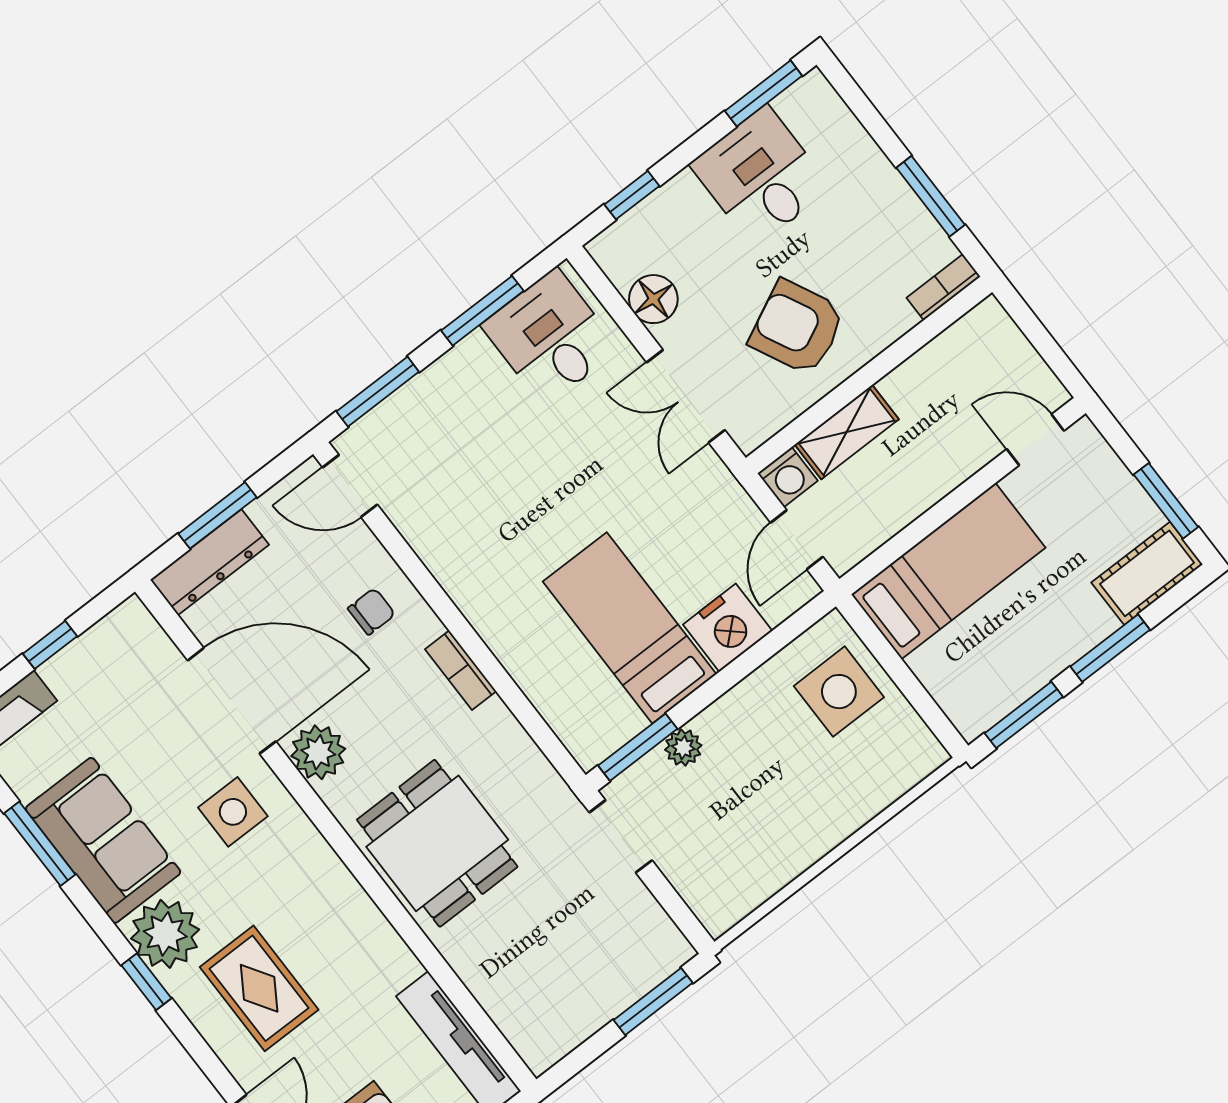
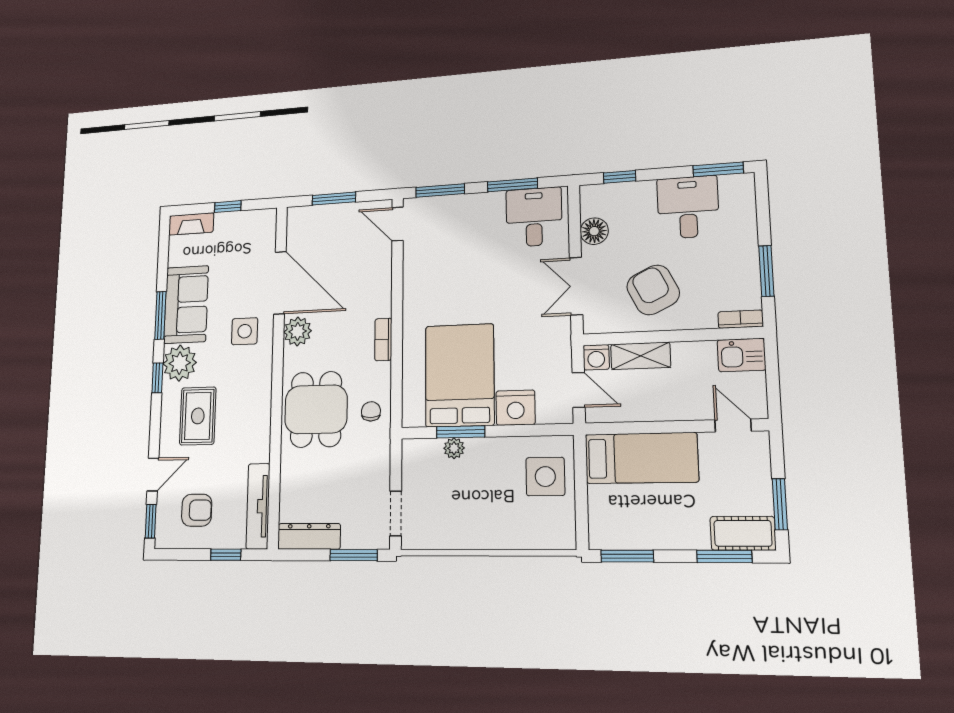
kitchen sink: (979, 336) -> (741, 355), added
door: (797, 540) -> (579, 390), swing flipped
dresser: (210, 562) -> (309, 536), moved, turned 180
chair: (371, 611) -> (371, 411), moved, turned -90
bed: (630, 628) -> (460, 375), width x1.50
window: (1110, 648) -> (724, 556), moved
window: (638, 747) -> (461, 432), moved
doorway: (621, 836) -> (396, 514), moved
window: (40, 844) -> (160, 315), moved

